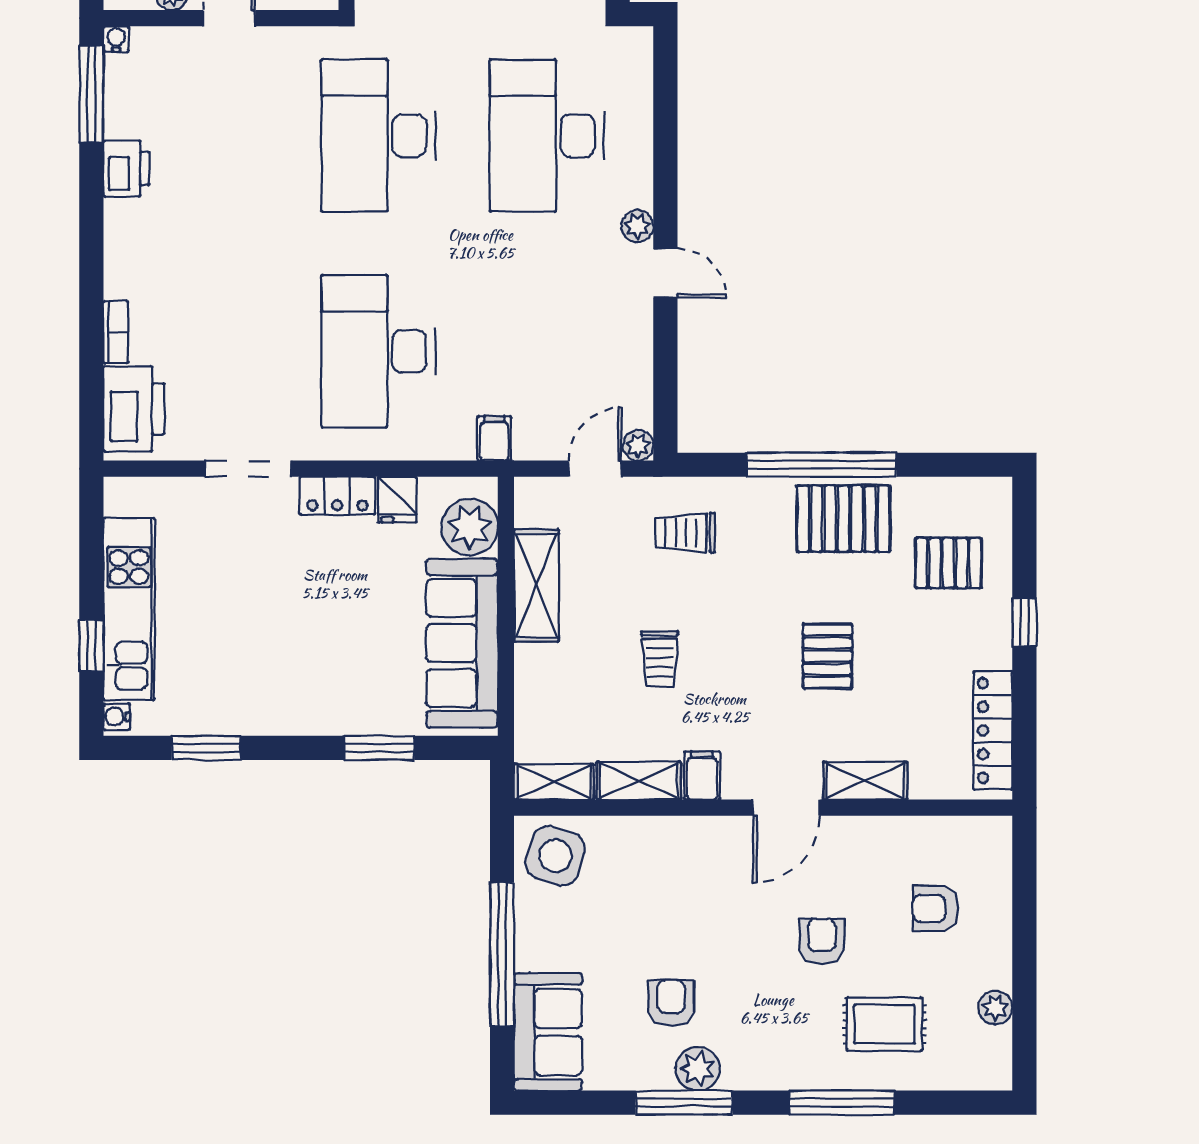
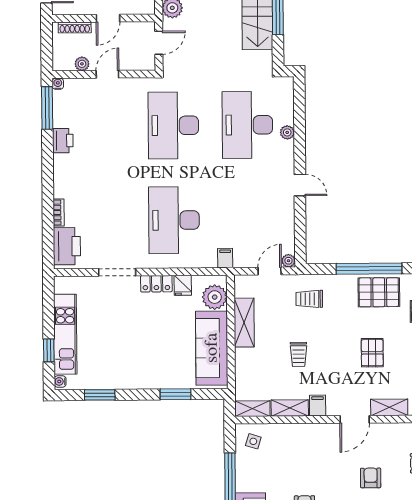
plant: (637, 226) -> (287, 132), moved
side table: (555, 856) -> (253, 441), width x0.54, depth x0.54

